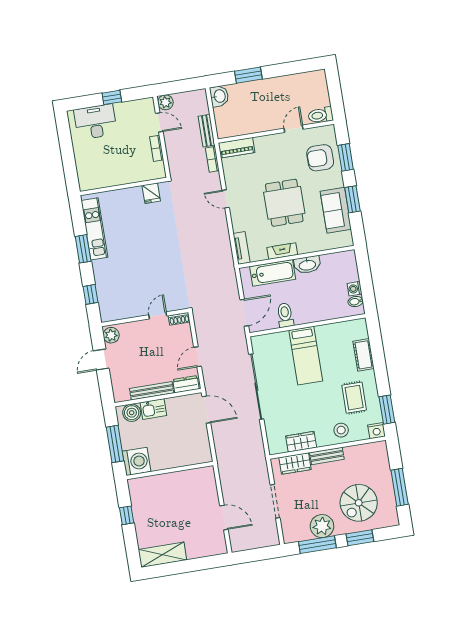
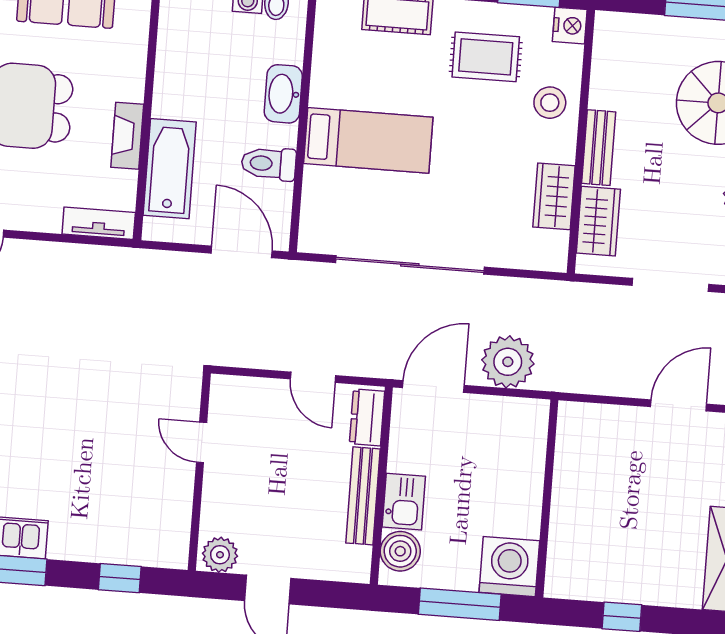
washbasin: (307, 265) -> (283, 94), moved, turned 180
shoe rack: (179, 319) -> (220, 397), removed
plant: (225, 439) -> (508, 362), added

